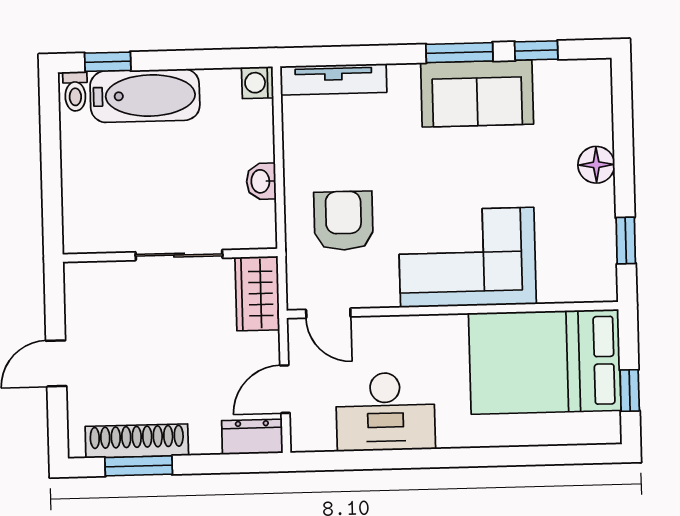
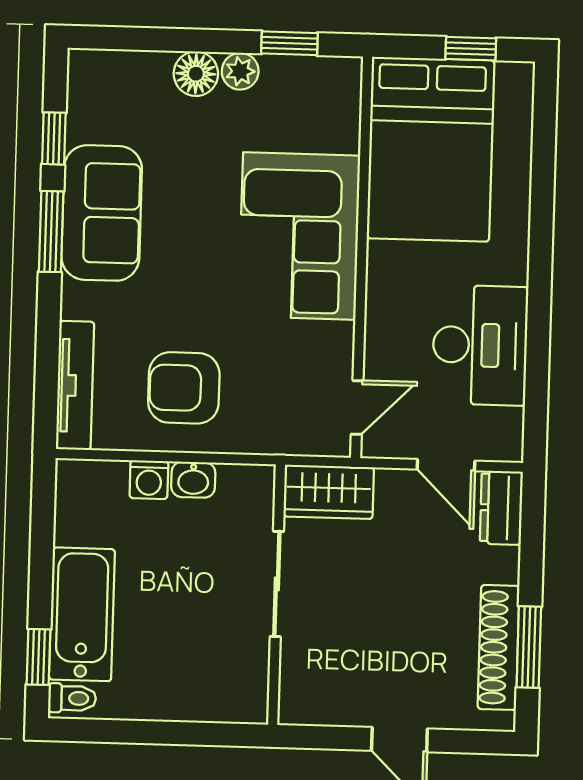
washing machine: (258, 83) -> (149, 480), moved
plant: (600, 201) -> (240, 71), added
armchair: (344, 221) -> (184, 388), moved

